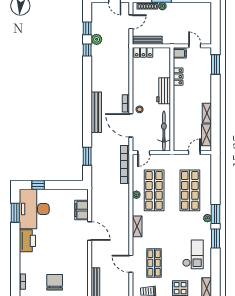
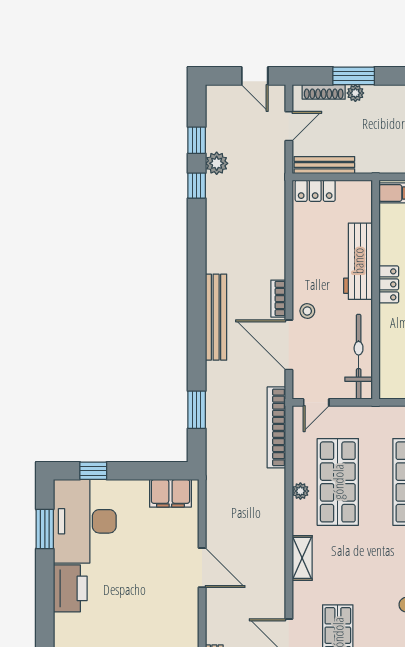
locker: (178, 77) -> (389, 284), moved
workbench: (164, 91) -> (358, 261), width x1.38
filing cabinet: (82, 210) -> (170, 493), moved, turned -90

